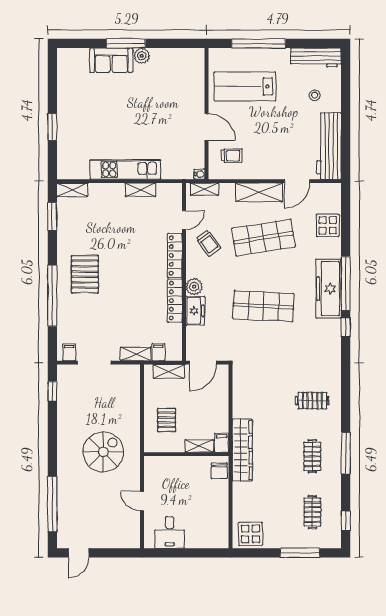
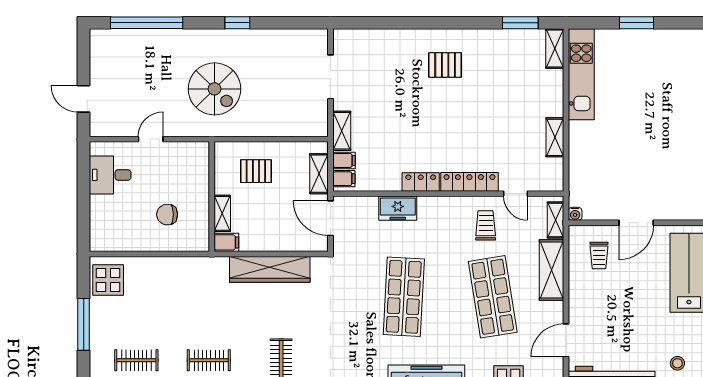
kitchen unit: (125, 169) -> (581, 74), moved
door: (297, 181) -> (566, 340), hinge flipped
shelving: (259, 192) -> (552, 270), moved
trolley: (208, 243) -> (486, 225), turned 126
pallet: (85, 274) -> (445, 65), width x0.67, depth x0.71
plant: (194, 287) -> (429, 207), removed
window: (52, 296) -> (417, 23), removed
locker: (175, 301) -> (421, 182), width x0.66
filing cabinet: (69, 352) -> (344, 179), moved
window: (52, 391) -> (237, 23), moved
wardrobe: (242, 450) -> (270, 269), moved
chair: (219, 471) -> (167, 215), moved
door: (79, 553) -> (84, 99), moved
window: (300, 553) -> (84, 324), moved

